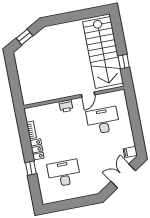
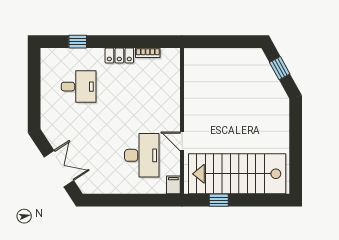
printer: (66, 106) -> (172, 108), removed
filing cabinet: (130, 152) -> (173, 185), moved
window: (31, 168) -> (78, 42), moved
desk: (64, 173) -> (79, 87), width x0.73

